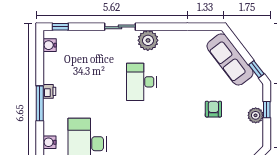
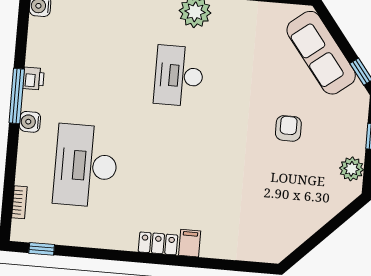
plant: (256, 115) -> (352, 169), moved
water cooler: (50, 142) -> (30, 122), moved

